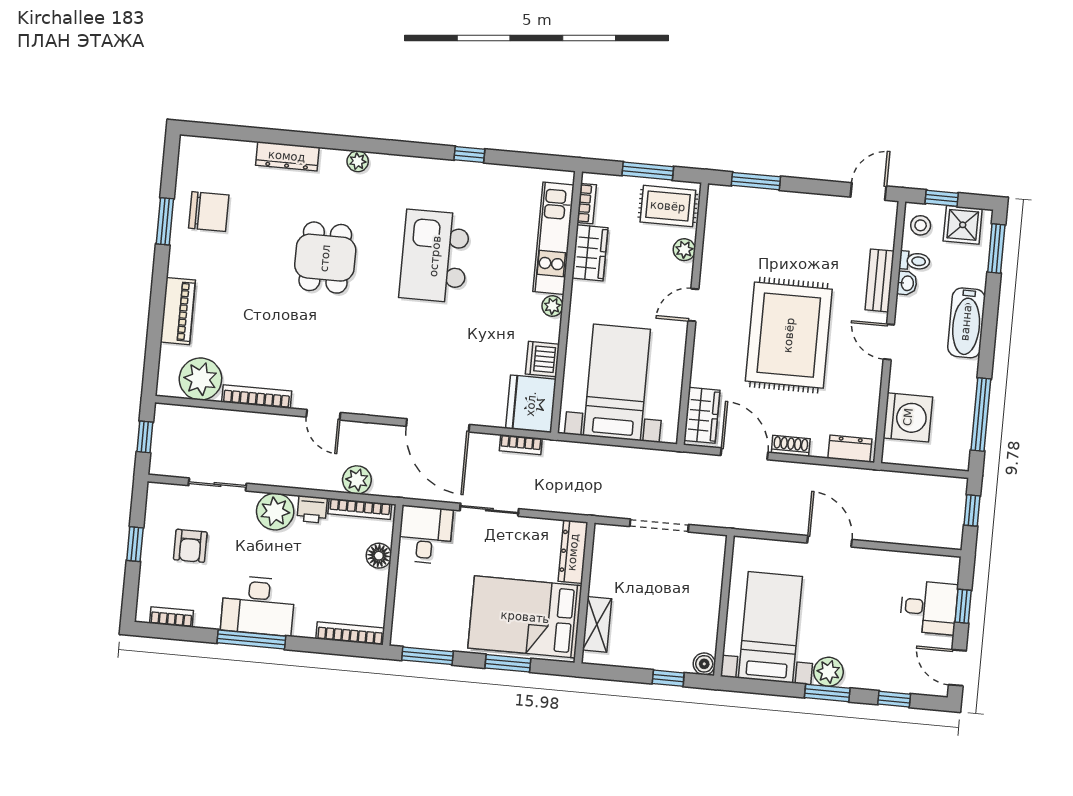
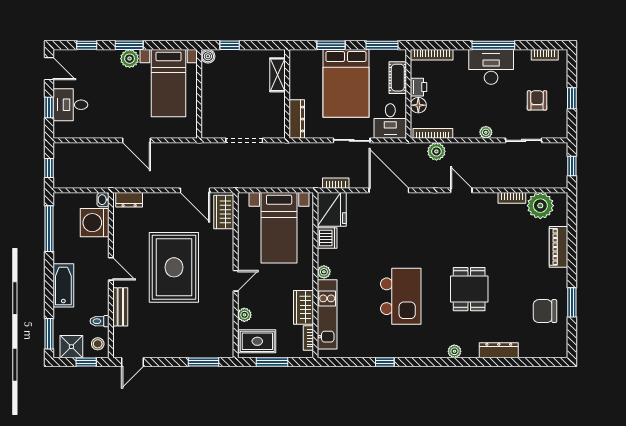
washbasin: (907, 283) -> (103, 200), moved
bookcase: (257, 397) -> (512, 198), width x0.64
shoe rack: (791, 446) -> (166, 198), removed
printer: (312, 509) -> (419, 87), moved, turned 90
plant: (275, 512) -> (486, 132), width x0.53, depth x0.53
cot: (407, 602) -> (398, 78), added
bed: (525, 617) -> (346, 83), moved, turned 90

